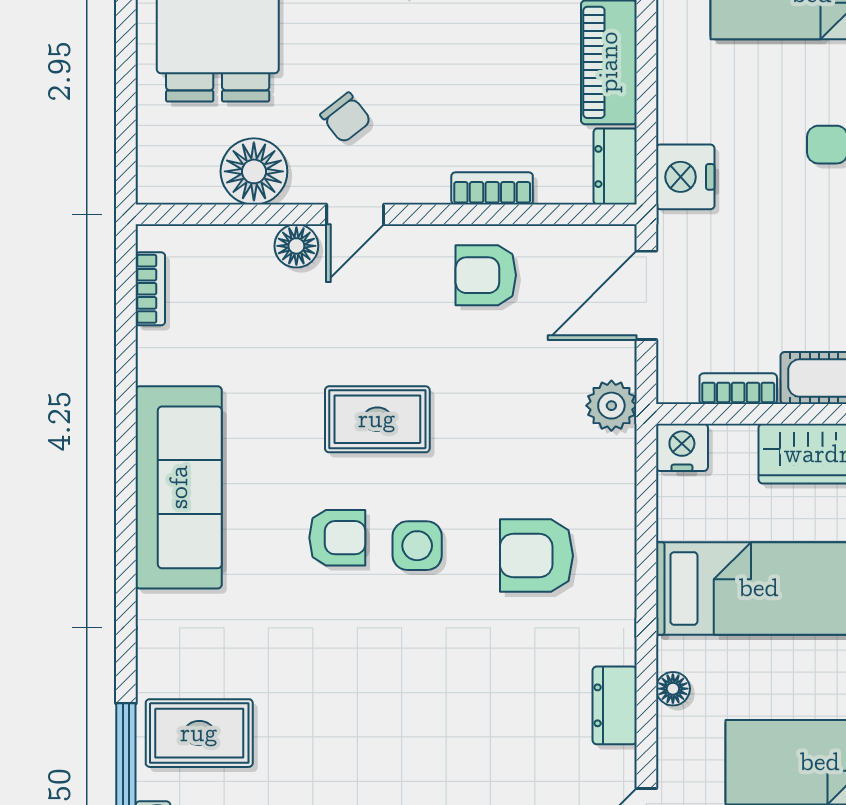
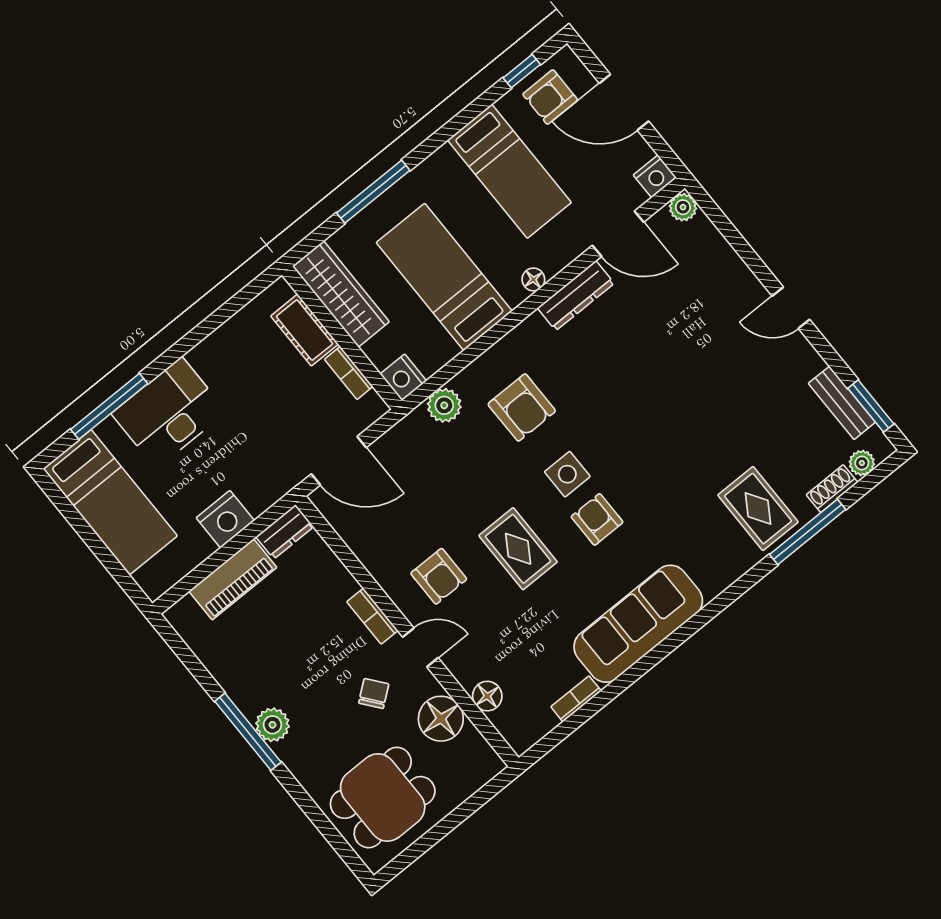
nightstand: (685, 177) -> (225, 519), moved
bookcase: (492, 188) -> (372, 616), moved
floor lamp: (296, 246) -> (487, 696), moved
armchair: (486, 275) -> (439, 576), moved
bookcase: (150, 289) -> (576, 699), moved
plant: (611, 406) -> (444, 405), moved
dresser: (615, 705) -> (576, 296), width x1.44

